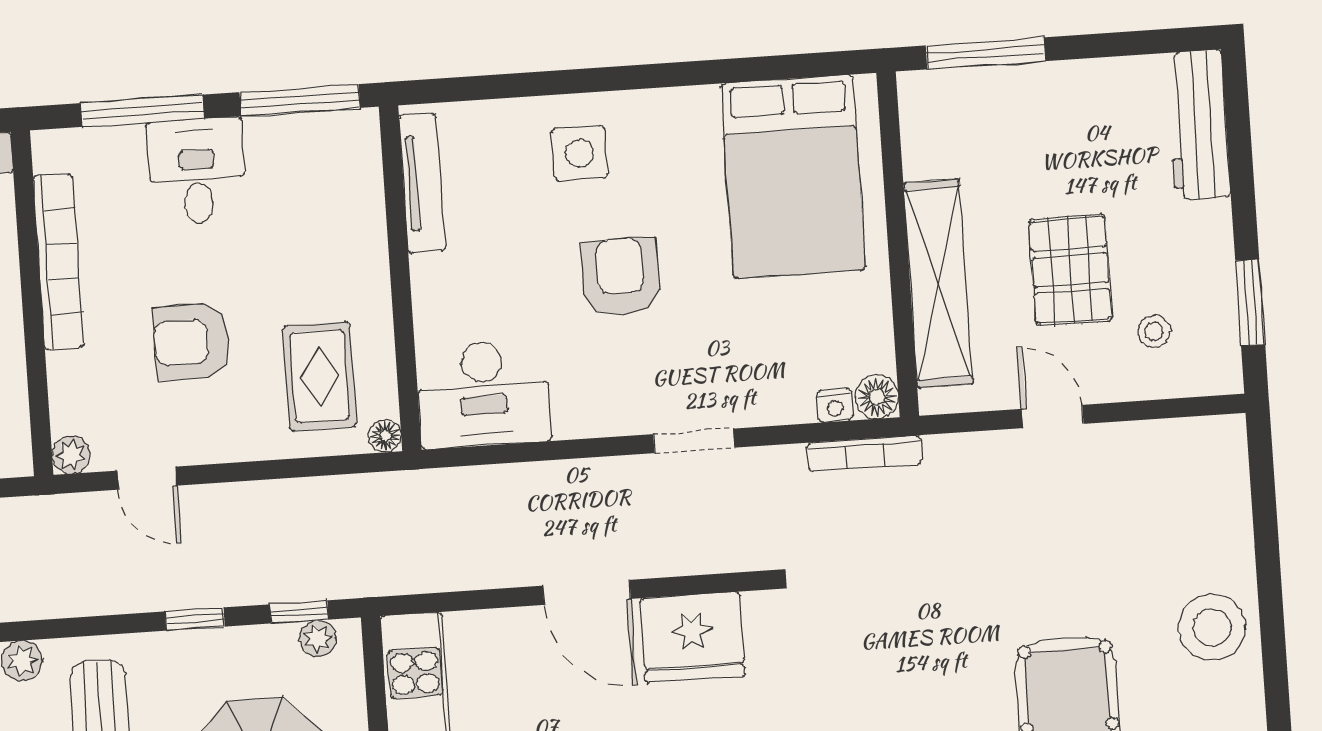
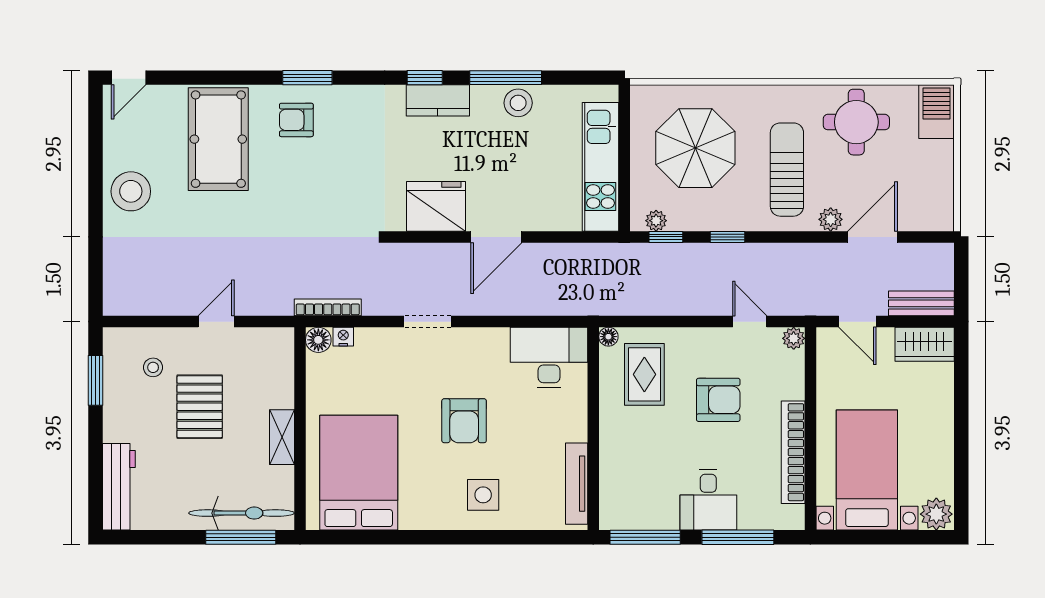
bicycle: (987, 94) -> (241, 513), added
shelving: (938, 284) -> (282, 437), width x0.45, depth x0.75
door: (1052, 416) -> (216, 322), swing flipped
door: (587, 592) -> (496, 237), swing flipped

